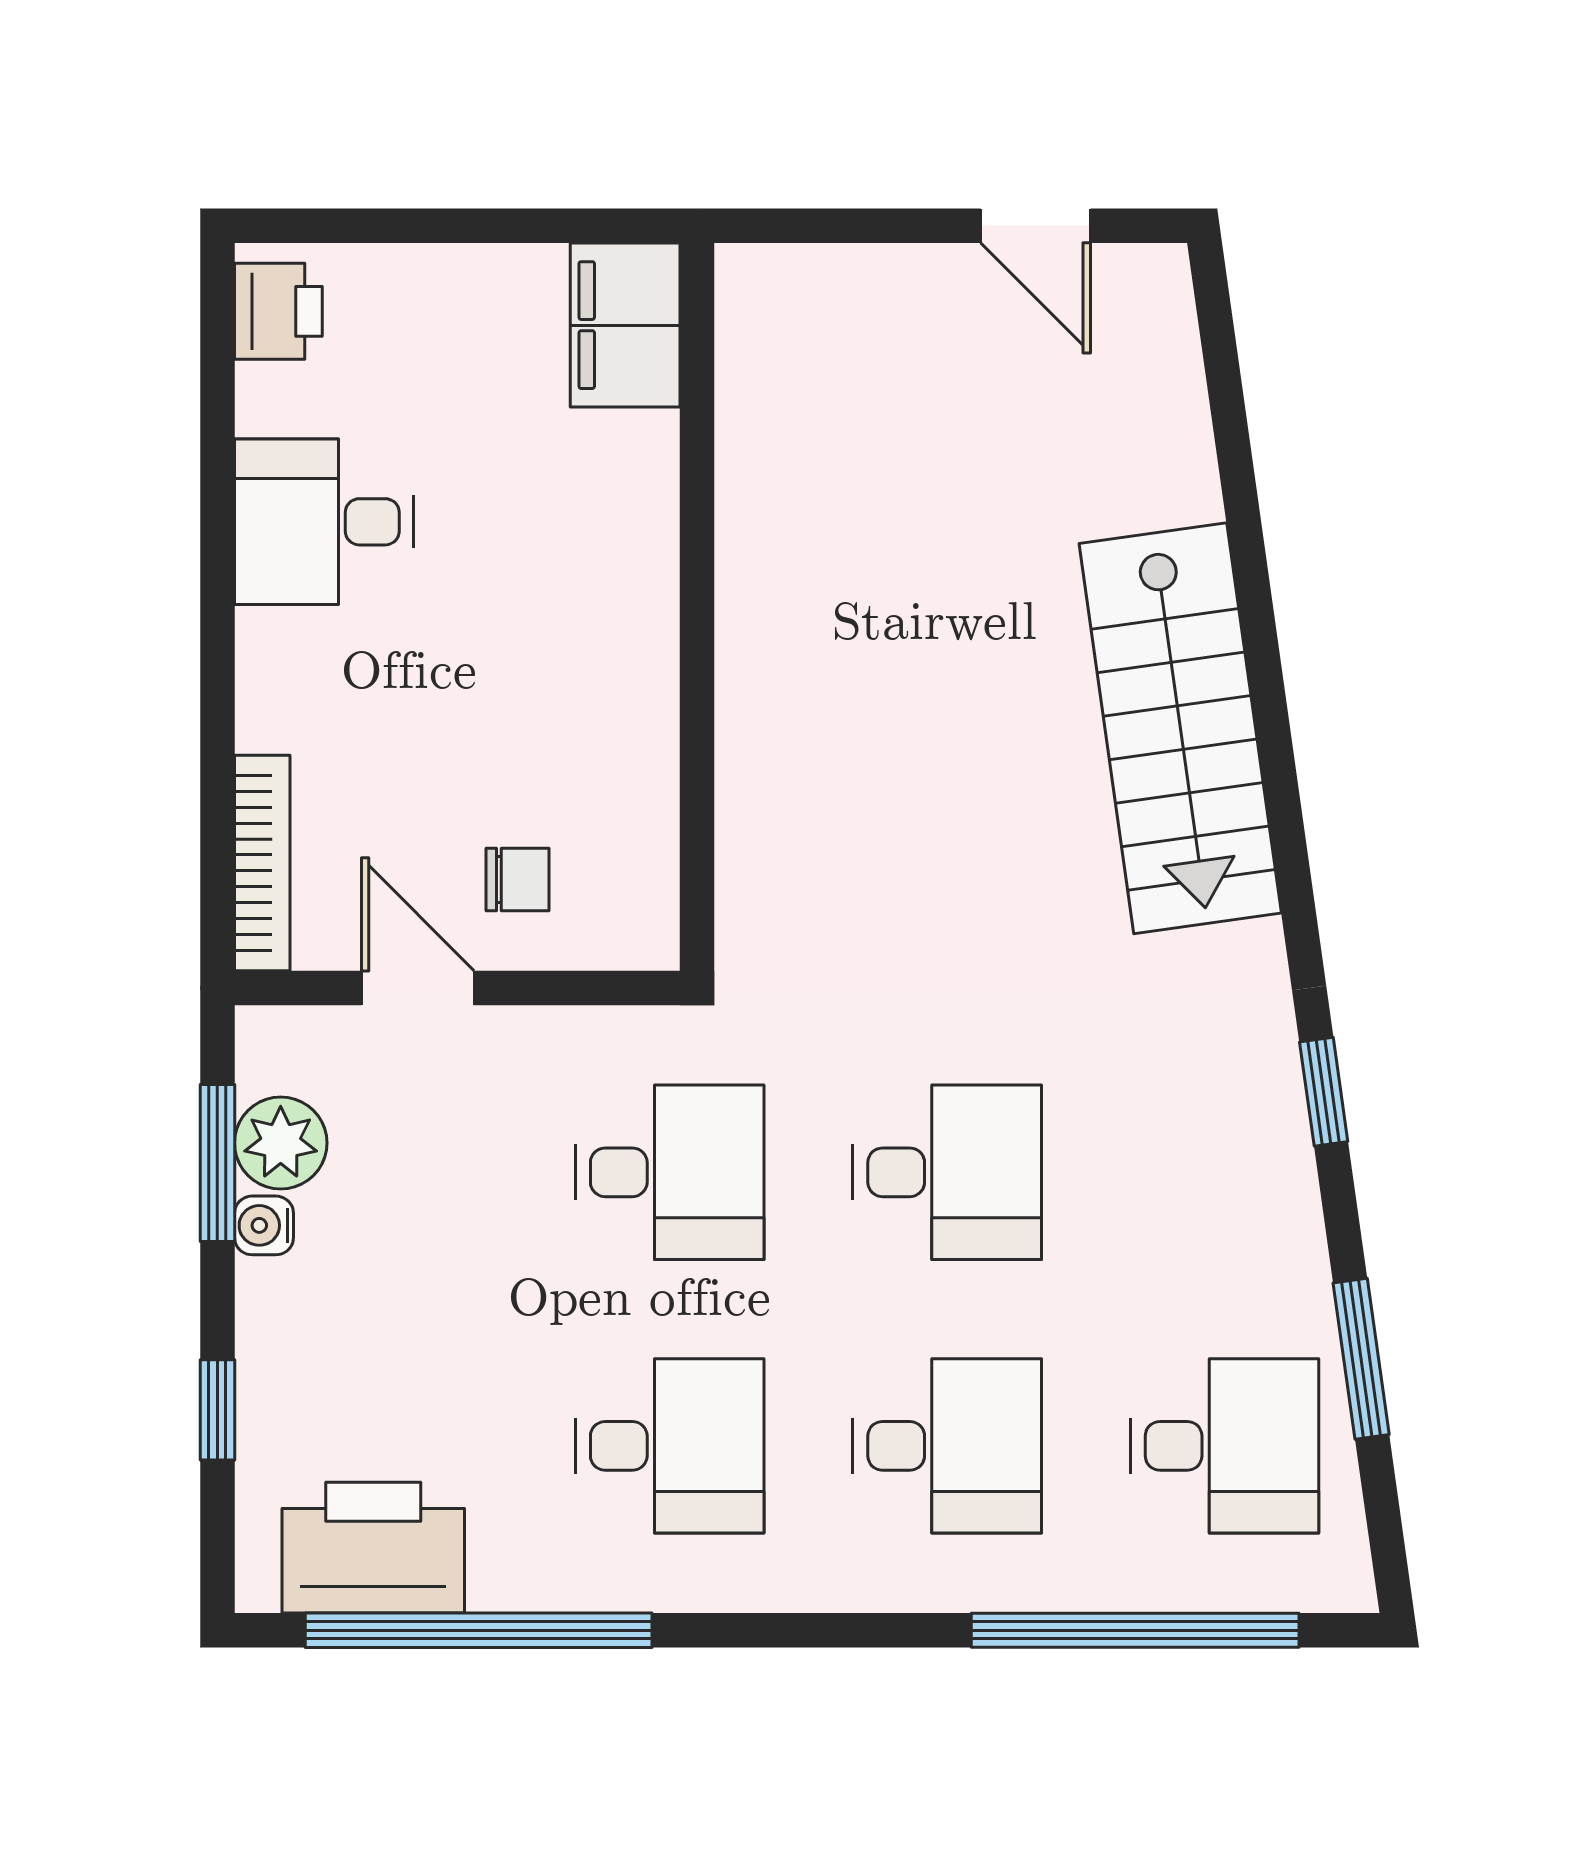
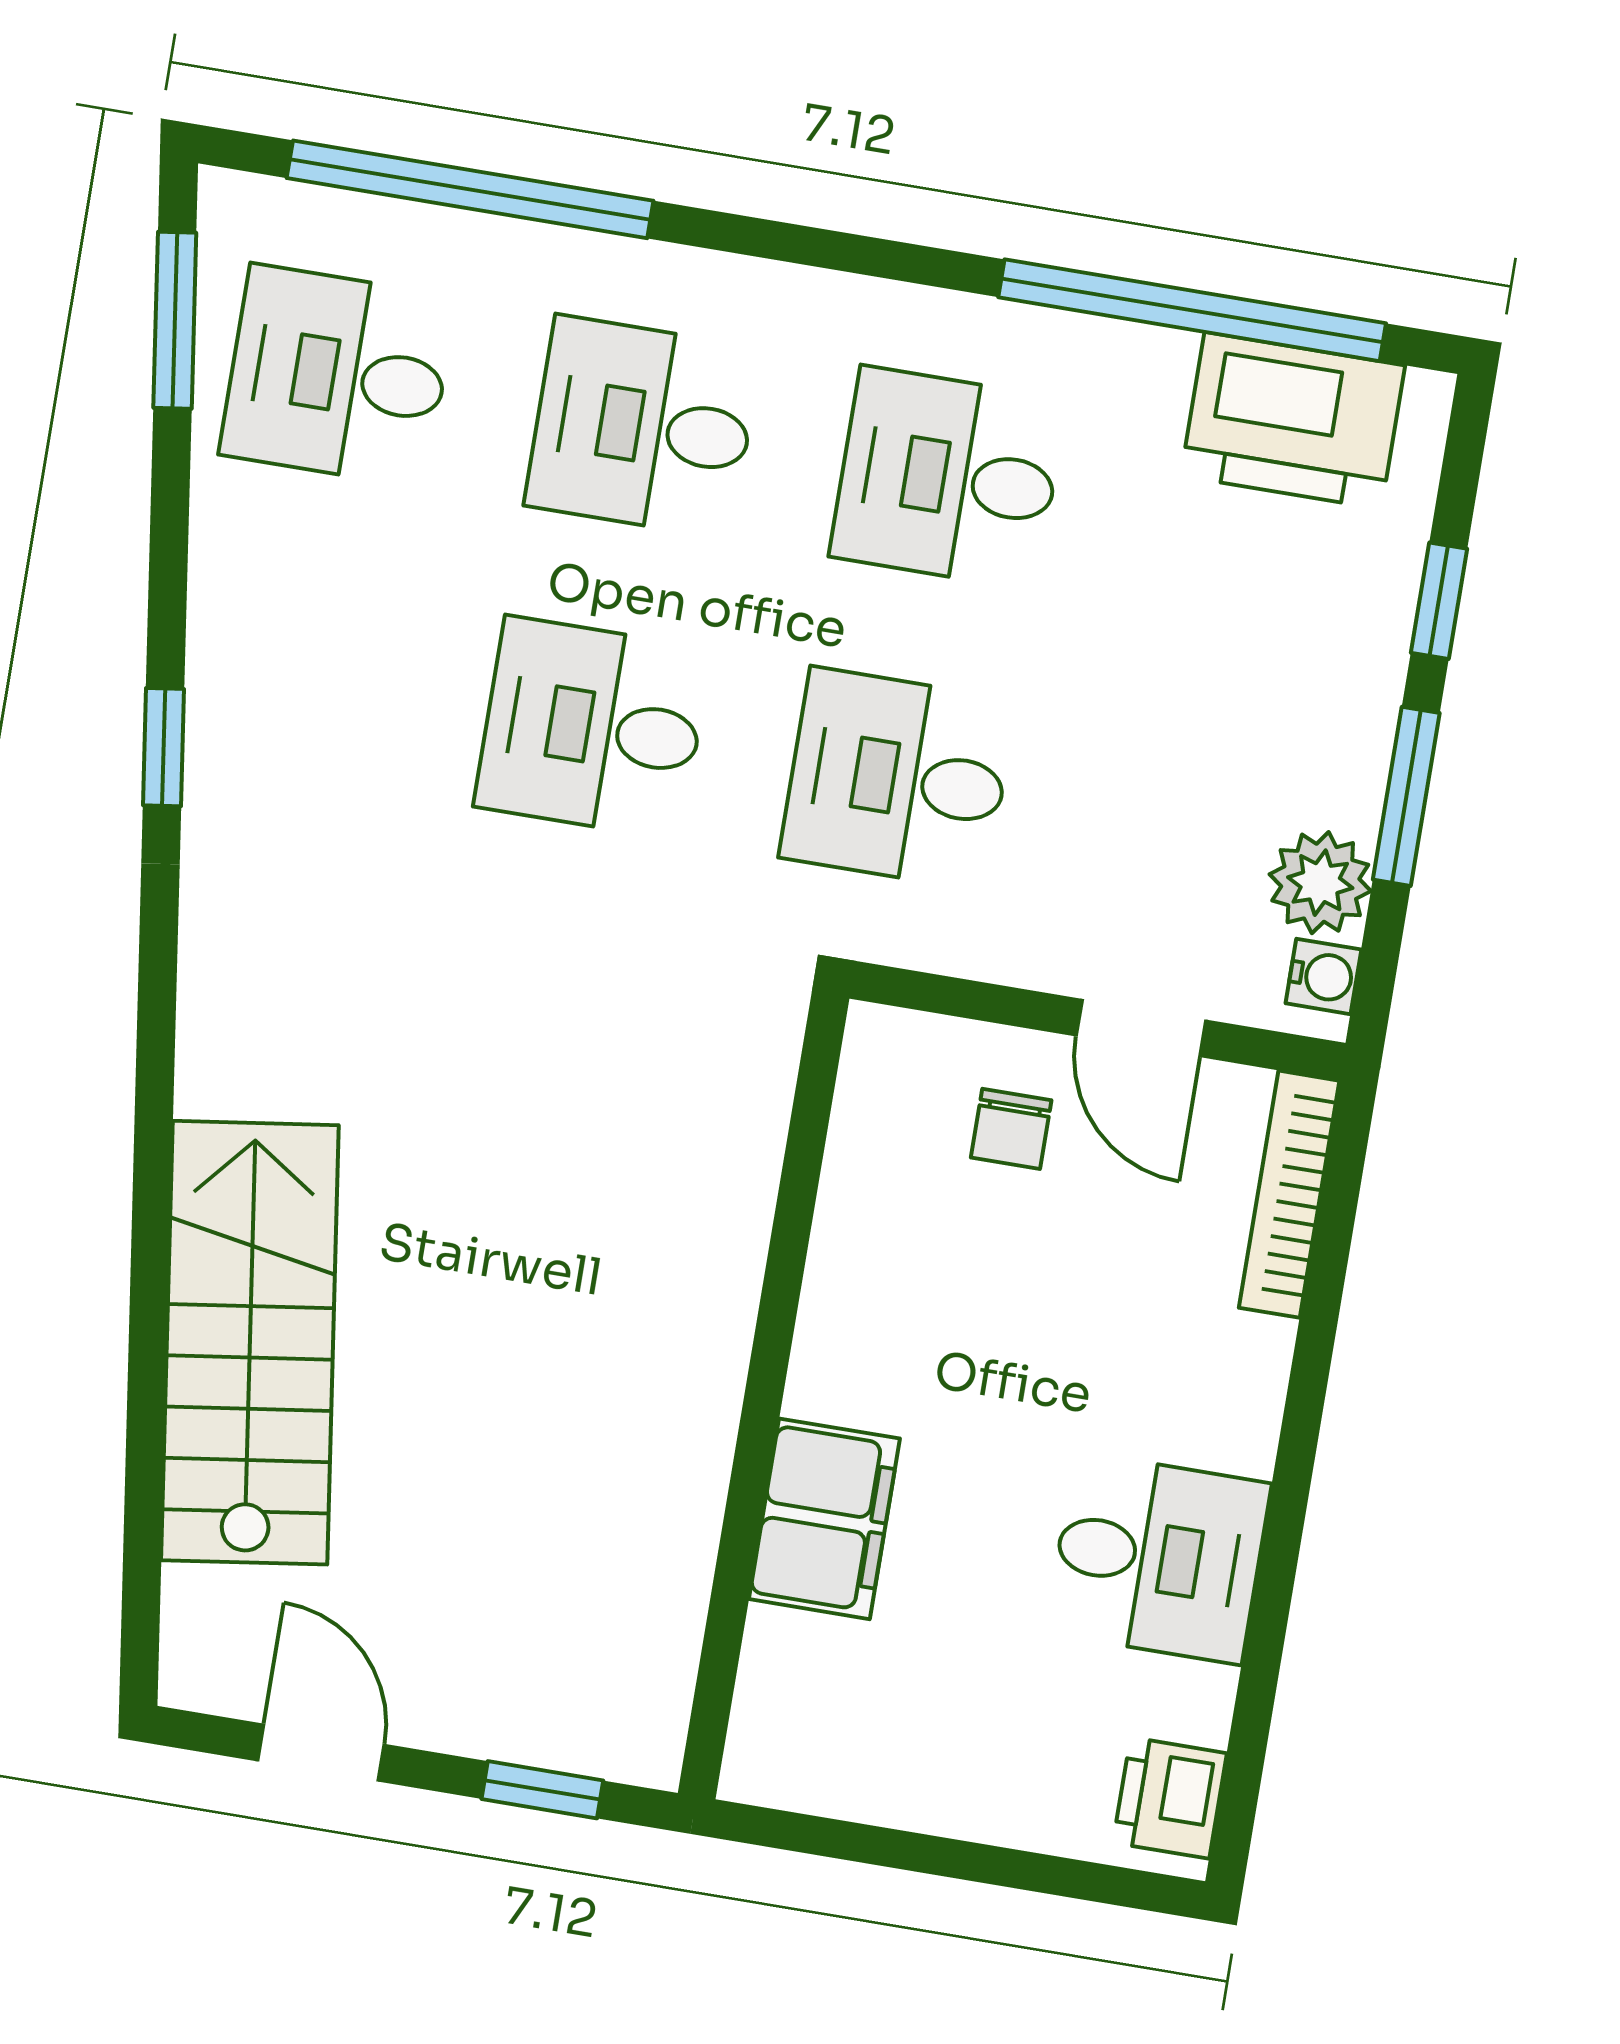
window: (834, 226) -> (542, 1790), added
filing cabinet: (625, 325) -> (824, 1519), moved
stairs: (1180, 728) -> (250, 1343), moved
chair: (518, 880) -> (1011, 1129), turned -90
window: (217, 1163) -> (1406, 796), moved
water cooler: (264, 1225) -> (1323, 976), moved
window: (1361, 1359) -> (175, 320), moved

